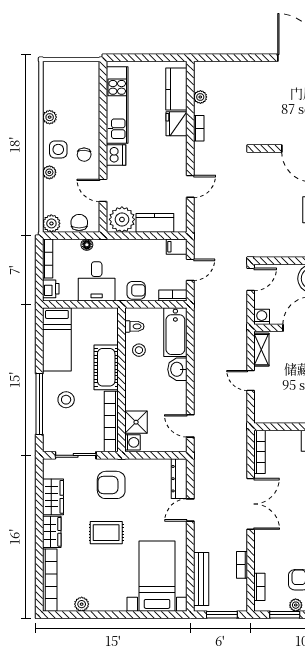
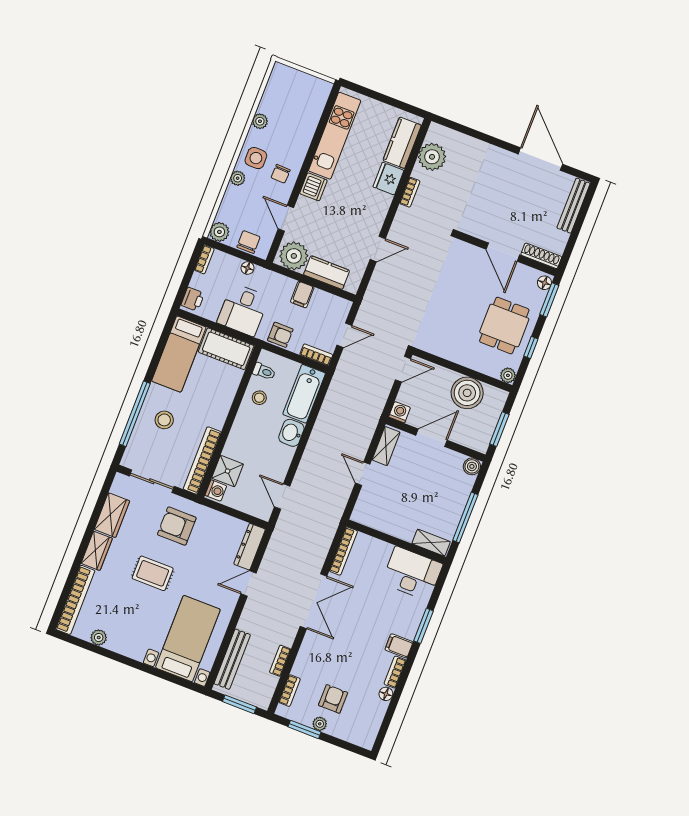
plant: (200, 97) -> (432, 157), width x1.88, depth x1.88
filing cabinet: (177, 247) -> (302, 295), moved, turned -90
bookcase: (48, 259) -> (204, 259), width x0.64
cot: (106, 367) -> (226, 349), moved, turned 90

